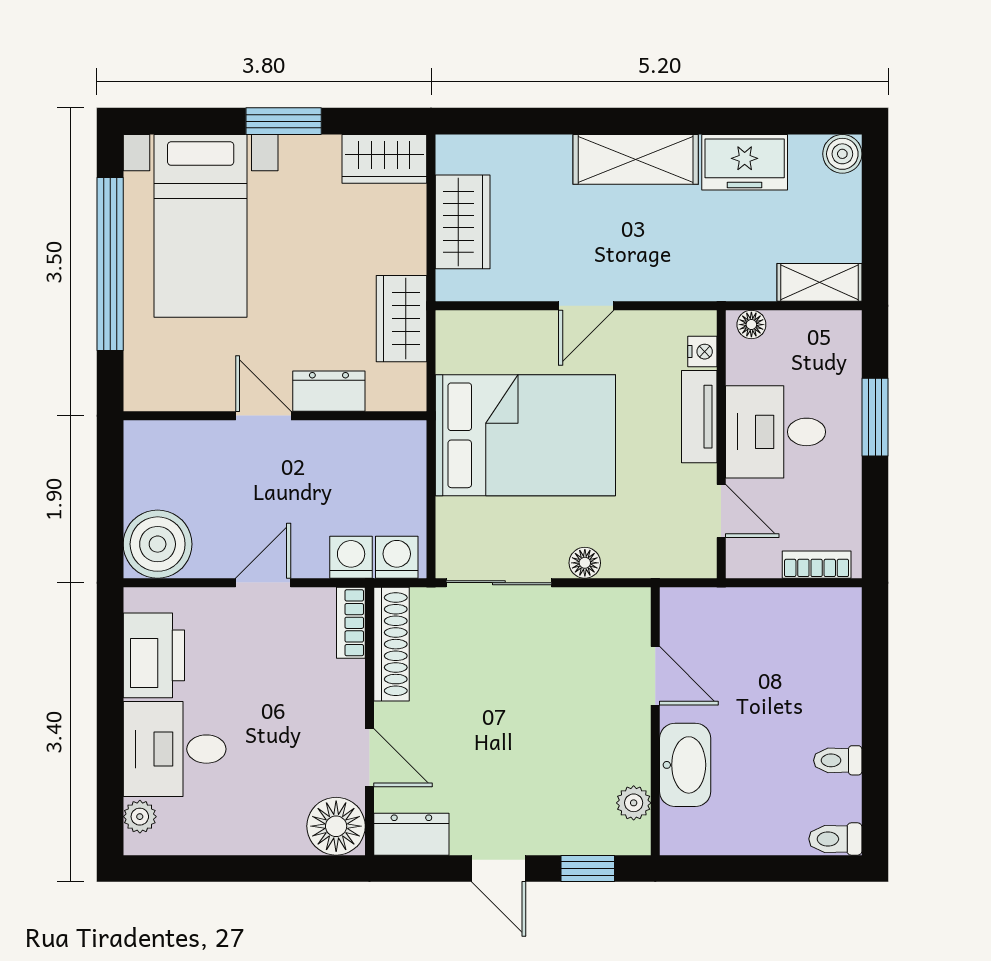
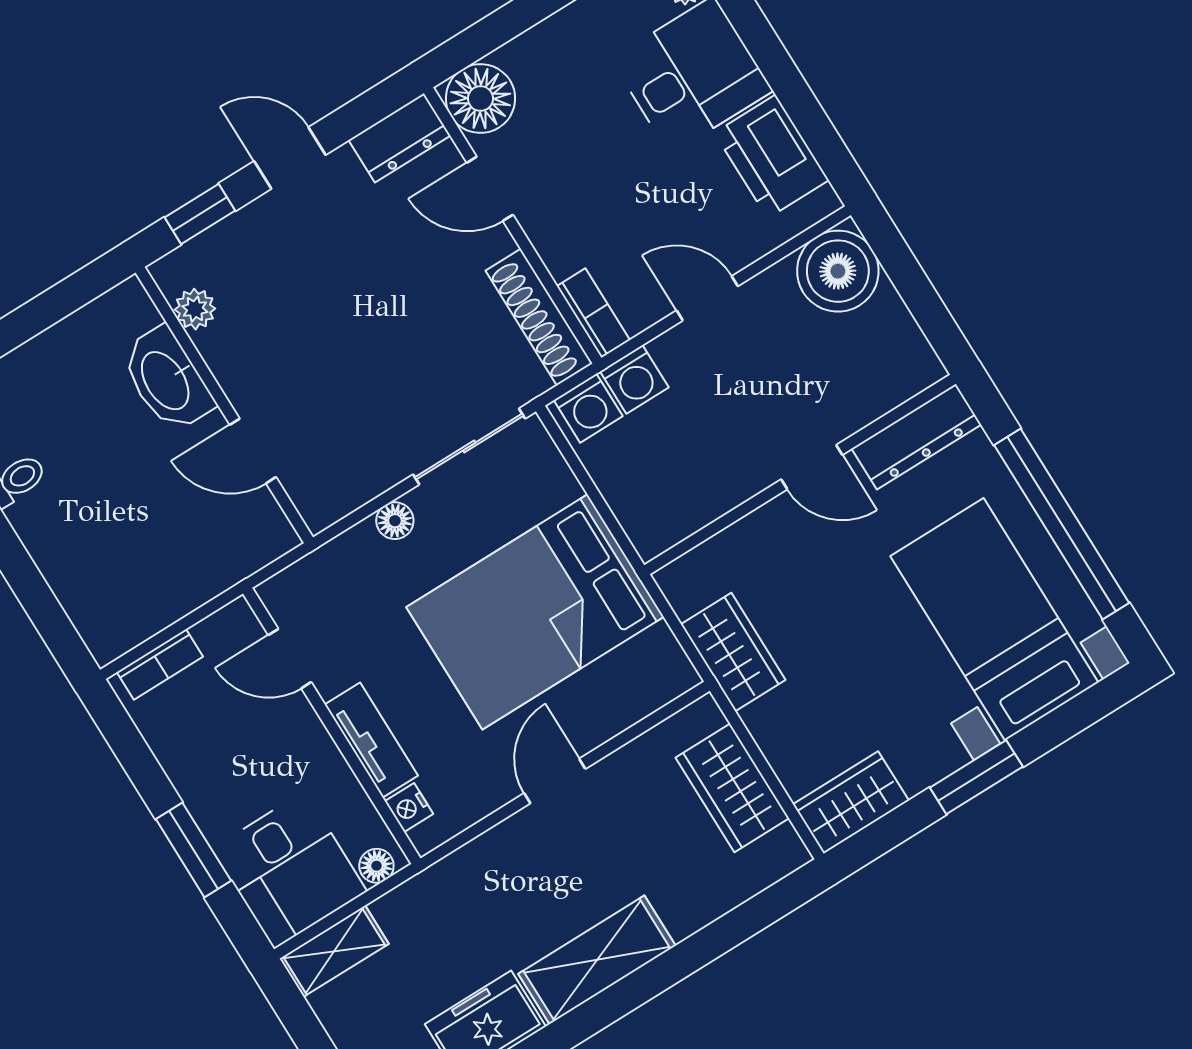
dresser: (329, 391) -> (916, 437), moved, width x1.44
desk: (776, 432) -> (289, 870), moved, turned 90
door: (263, 583) -> (707, 298), swing flipped

